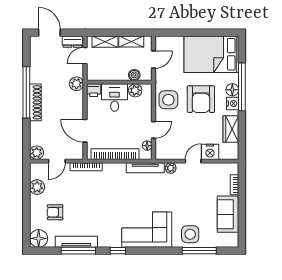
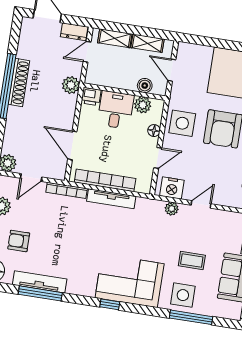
door: (154, 60) -> (172, 70), swing flipped
shoe rack: (35, 102) -> (19, 83), moved
floor lamp: (147, 146) -> (154, 131), moved
nightstand: (210, 152) -> (172, 188), moved
tv unit: (145, 168) -> (111, 199), moved
coffee table: (193, 206) -> (192, 261), added
window: (118, 251) -> (110, 304), moved

